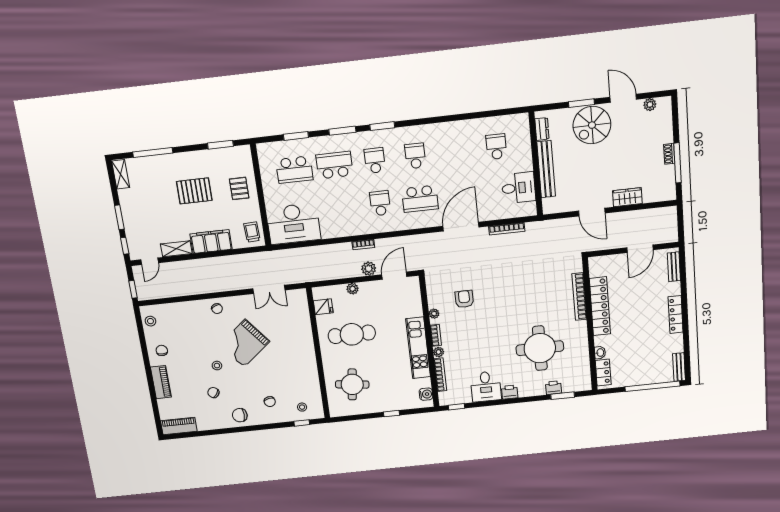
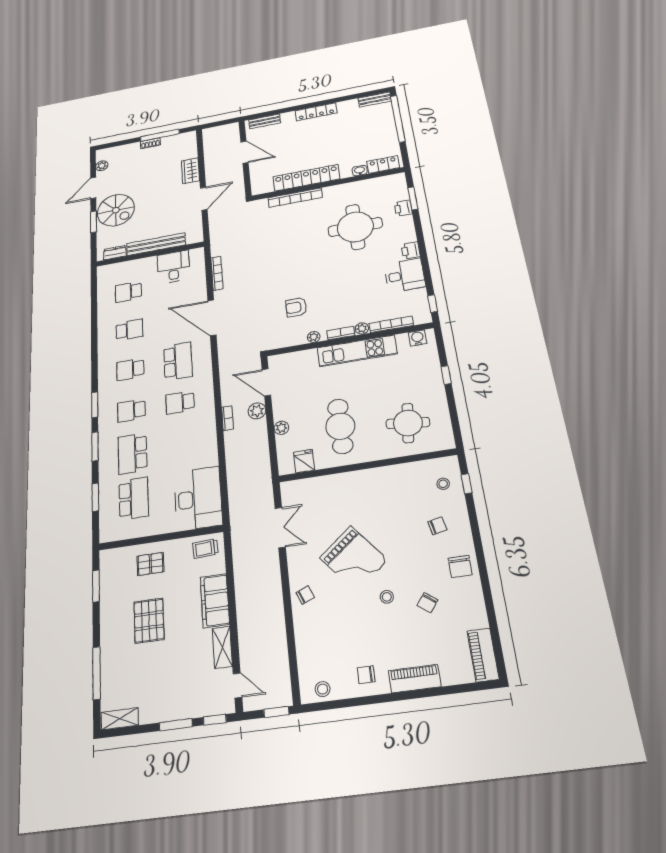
school desk: (456, 151) -> (129, 330), added

